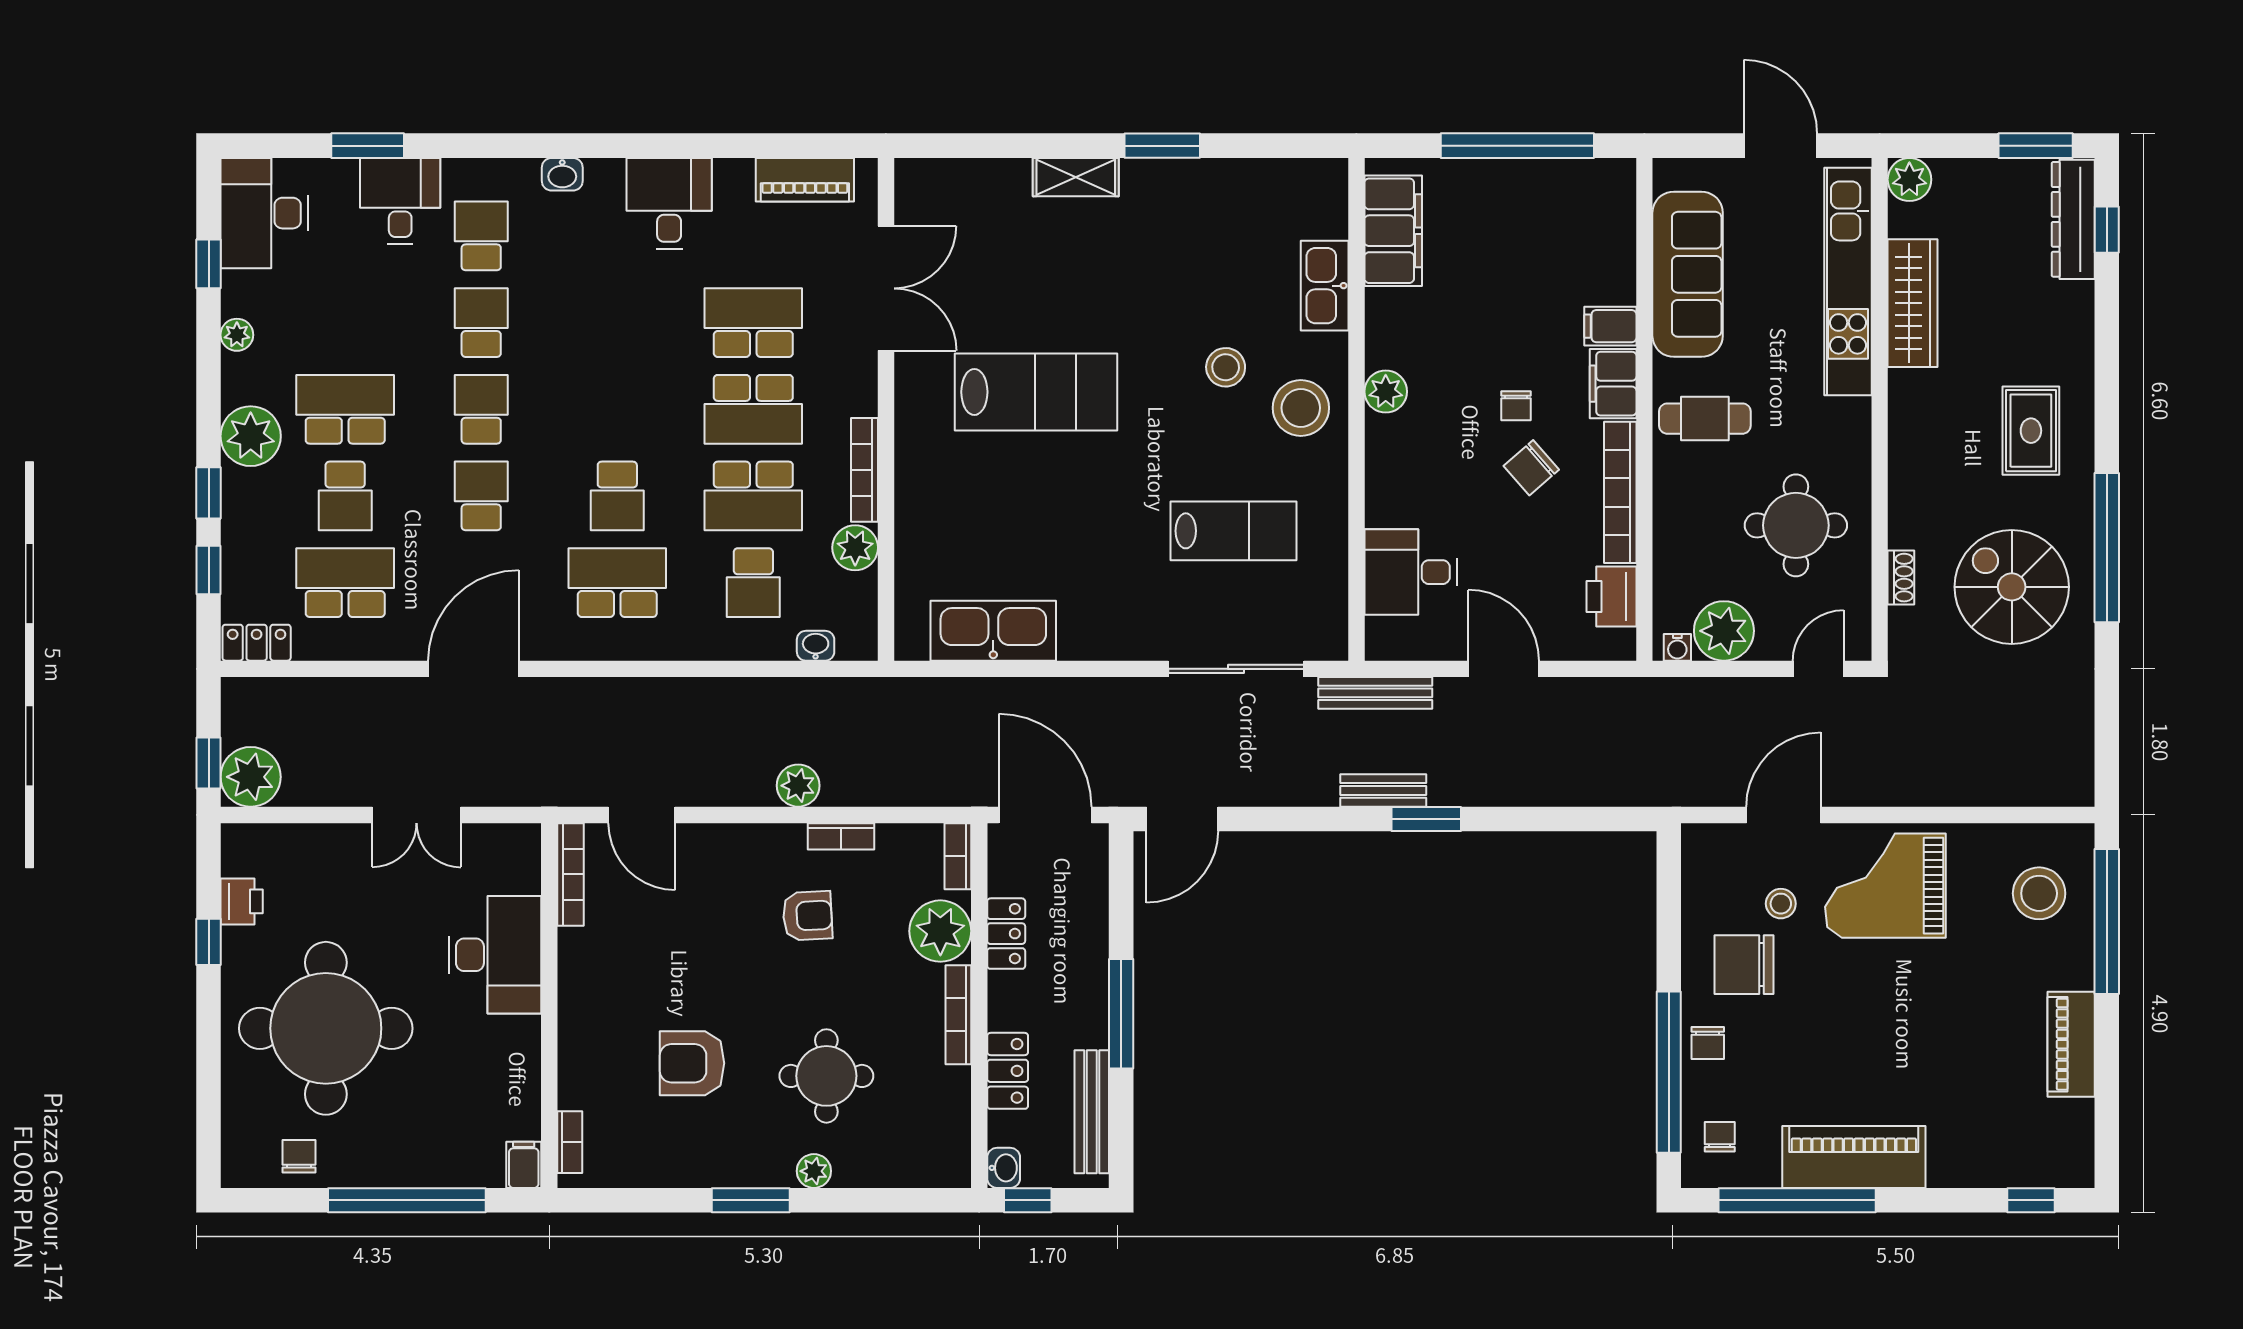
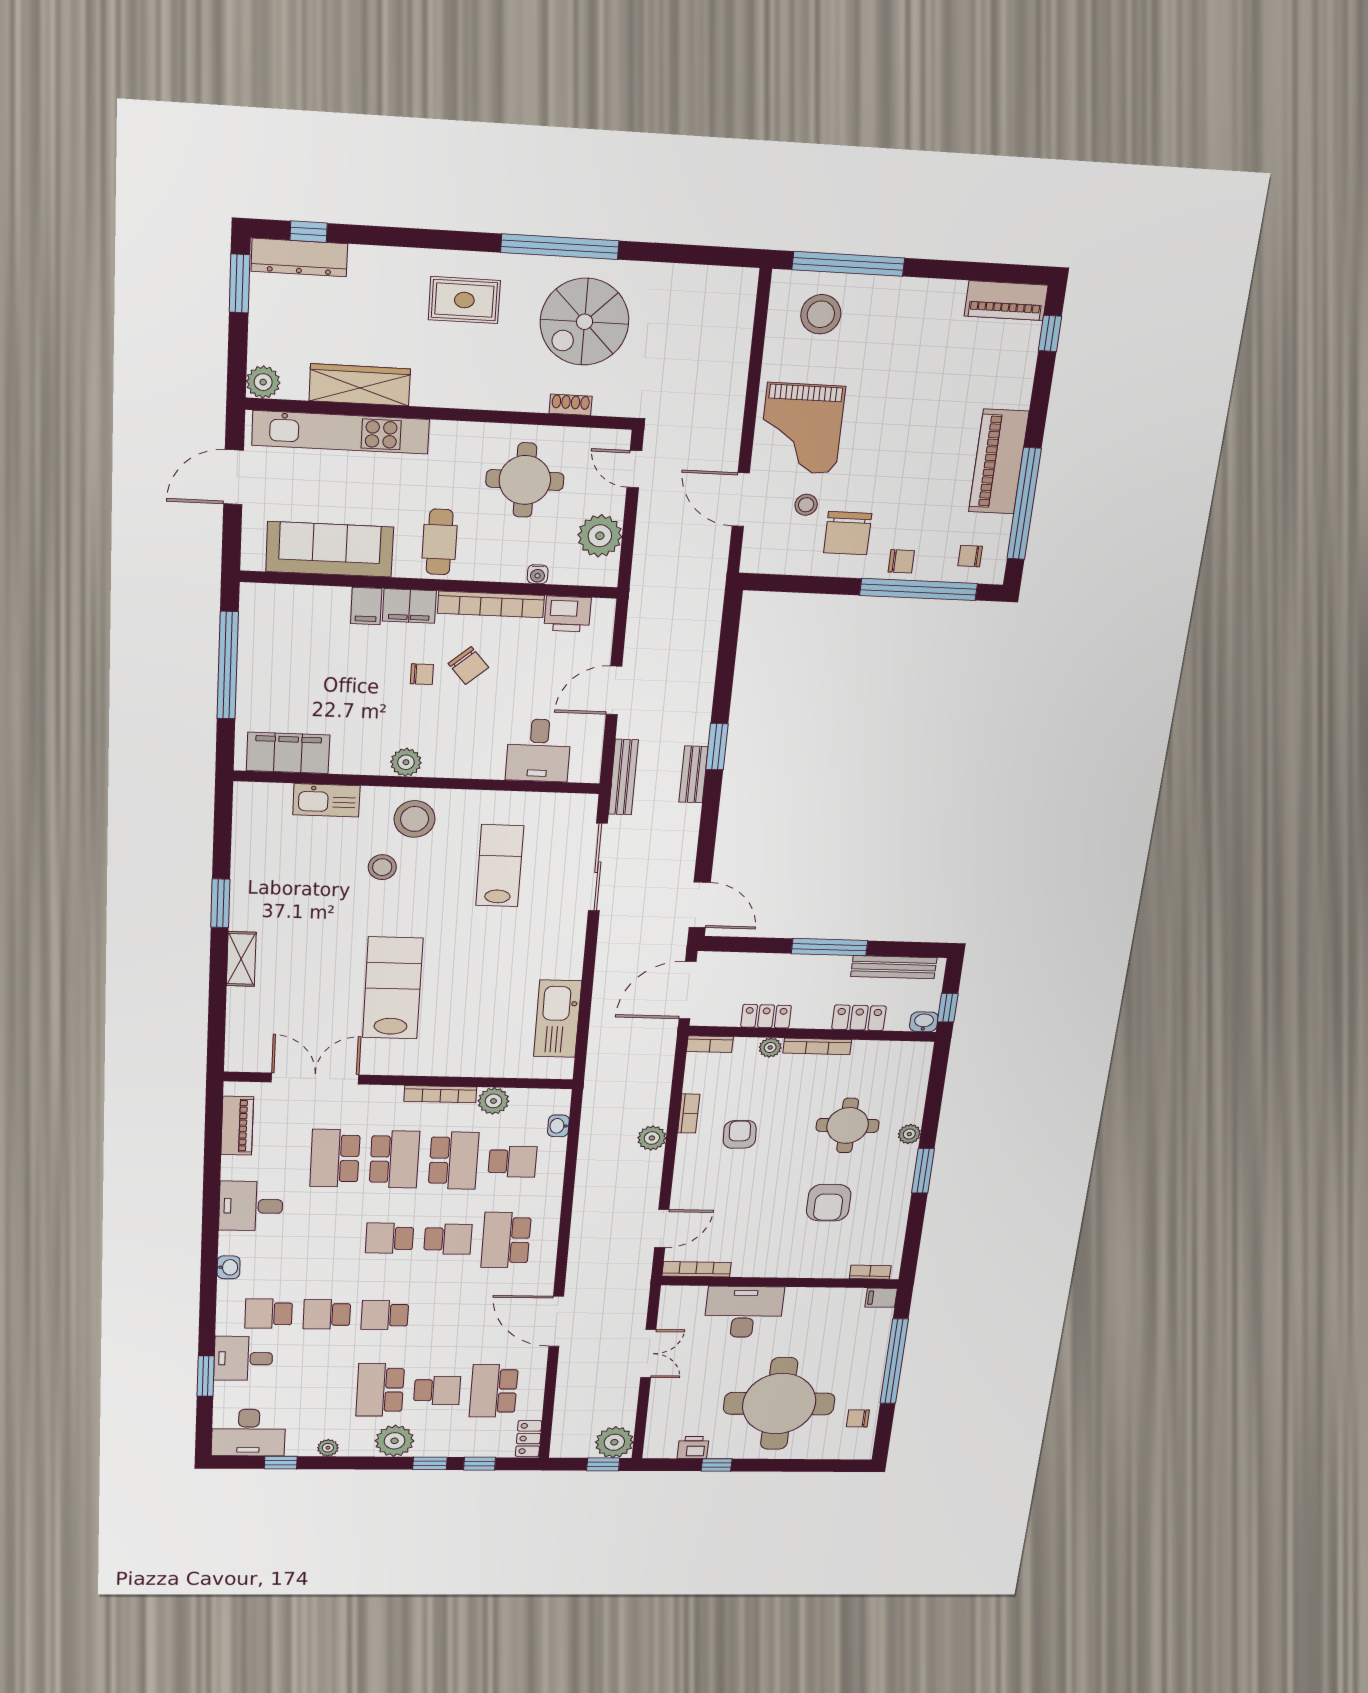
school desk: (481, 496) -> (390, 1238), moved
water cooler: (1677, 647) -> (538, 574), moved, turned 90
plant: (940, 931) -> (770, 1048), width x0.53, depth x0.53
piano: (2071, 1044) -> (1006, 301), moved

